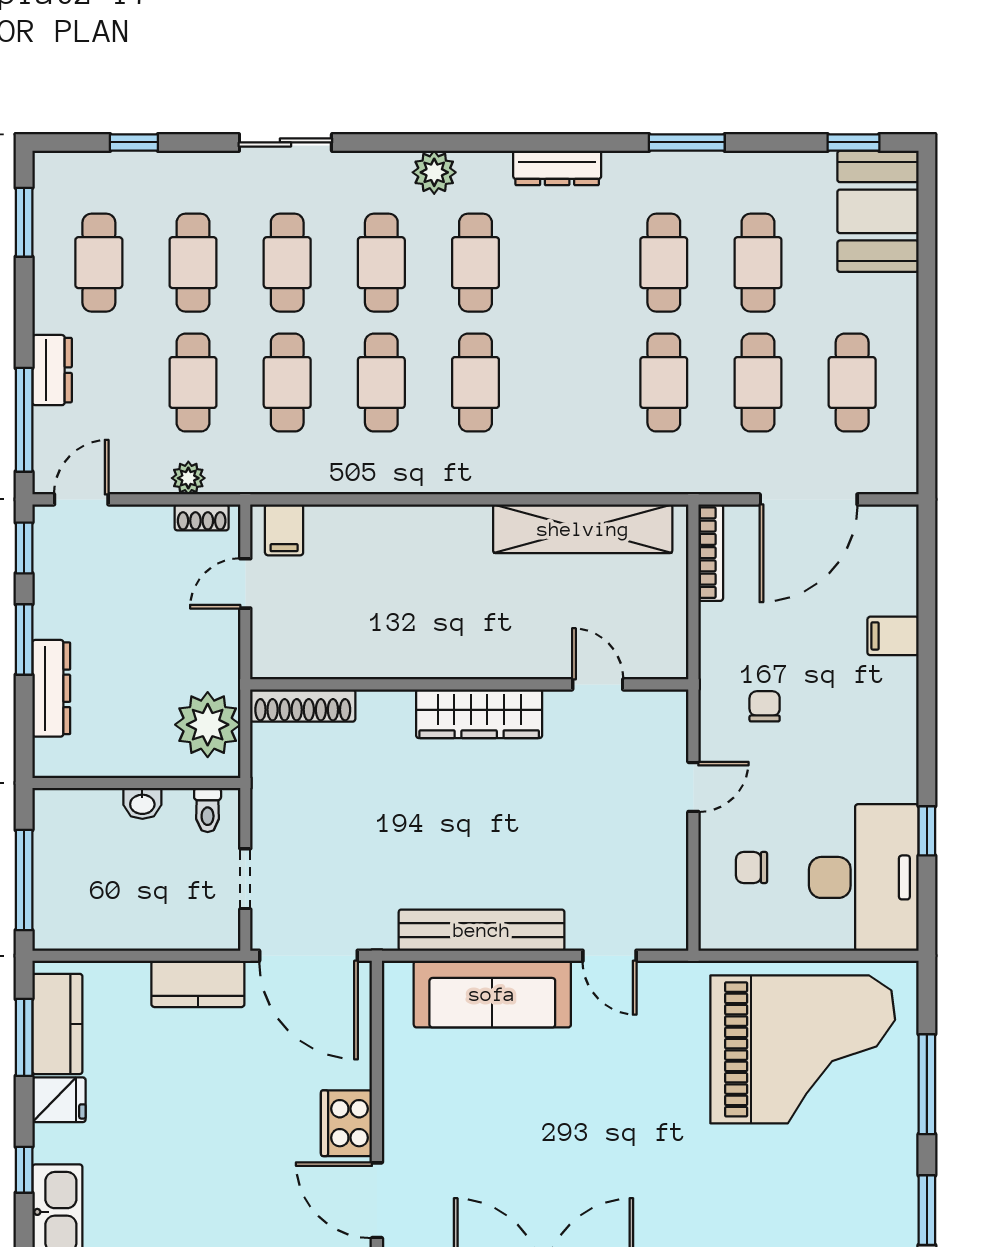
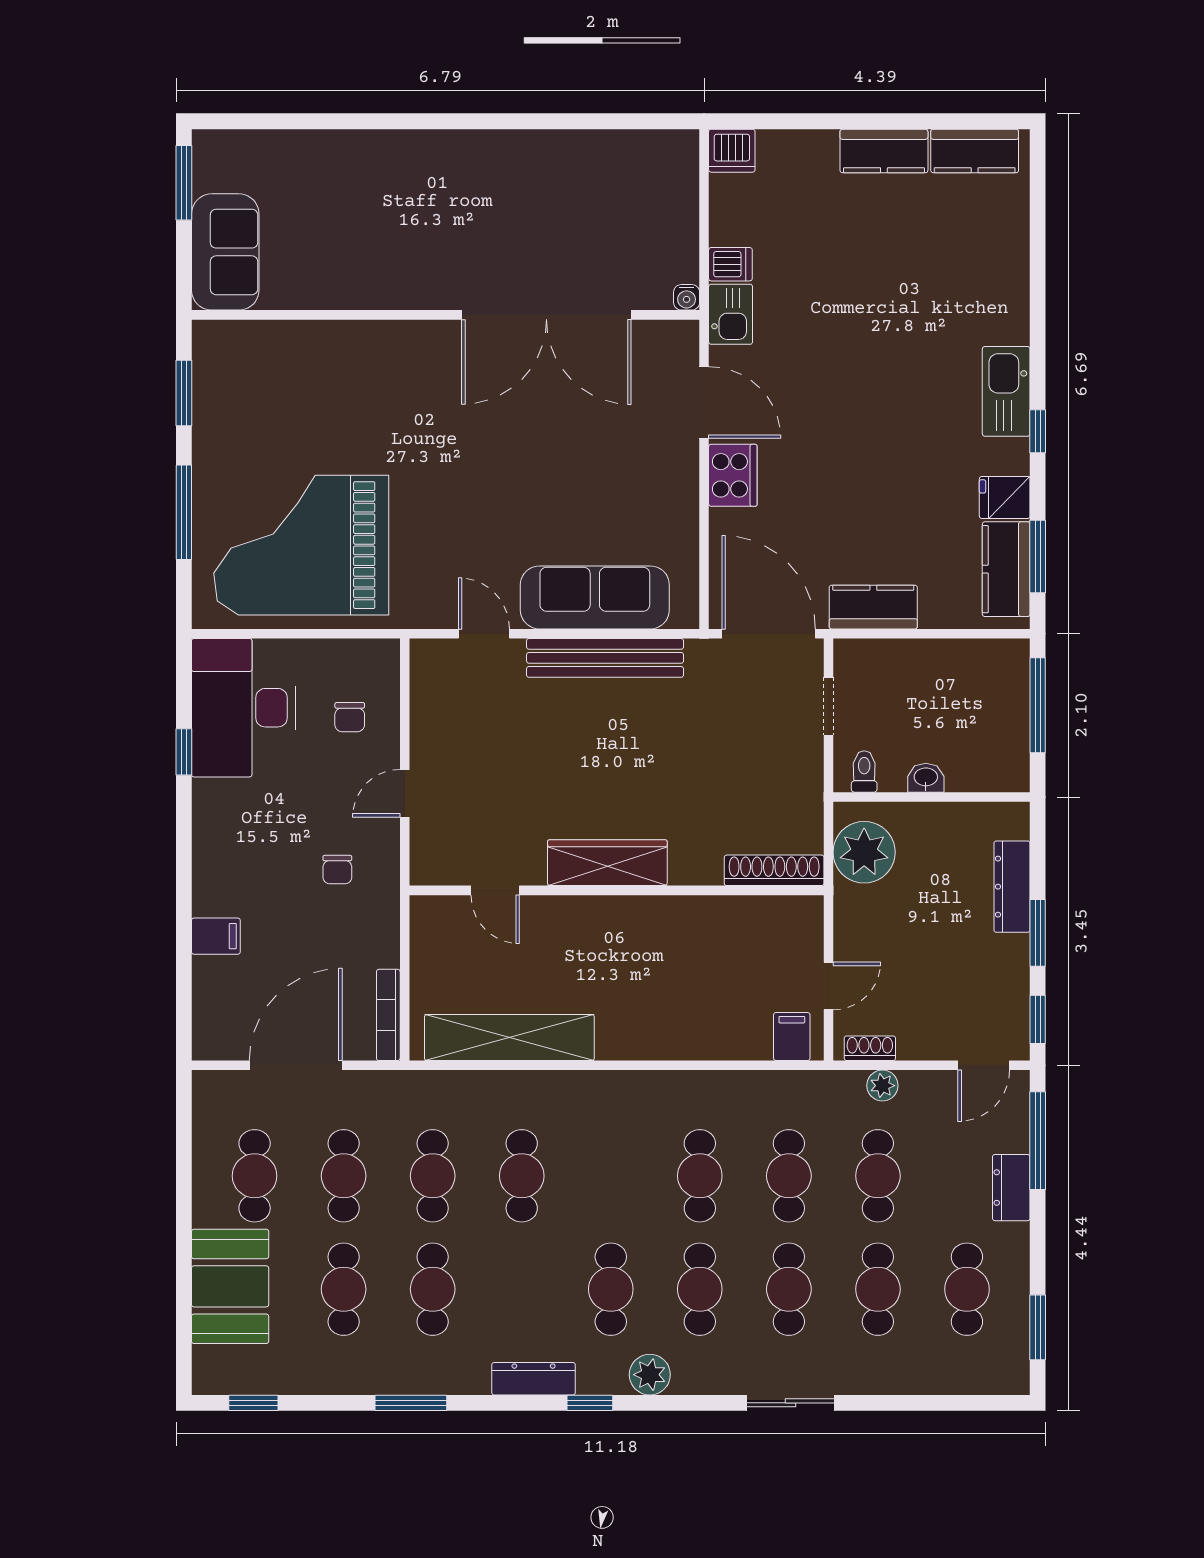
window: (134, 142) -> (590, 1403), moved
booth: (878, 211) -> (230, 1286), moved
cafe table: (475, 383) -> (522, 1176), moved
chair: (751, 867) -> (350, 717), turned 90

